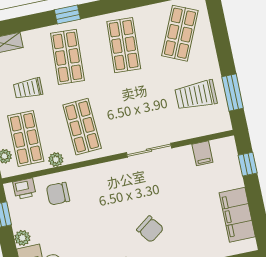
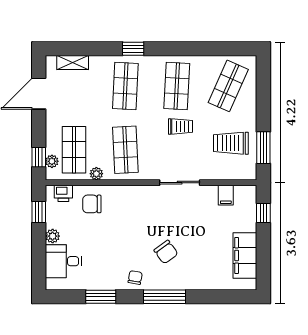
trolley: (28, 88) -> (181, 126), moved, turned 180

